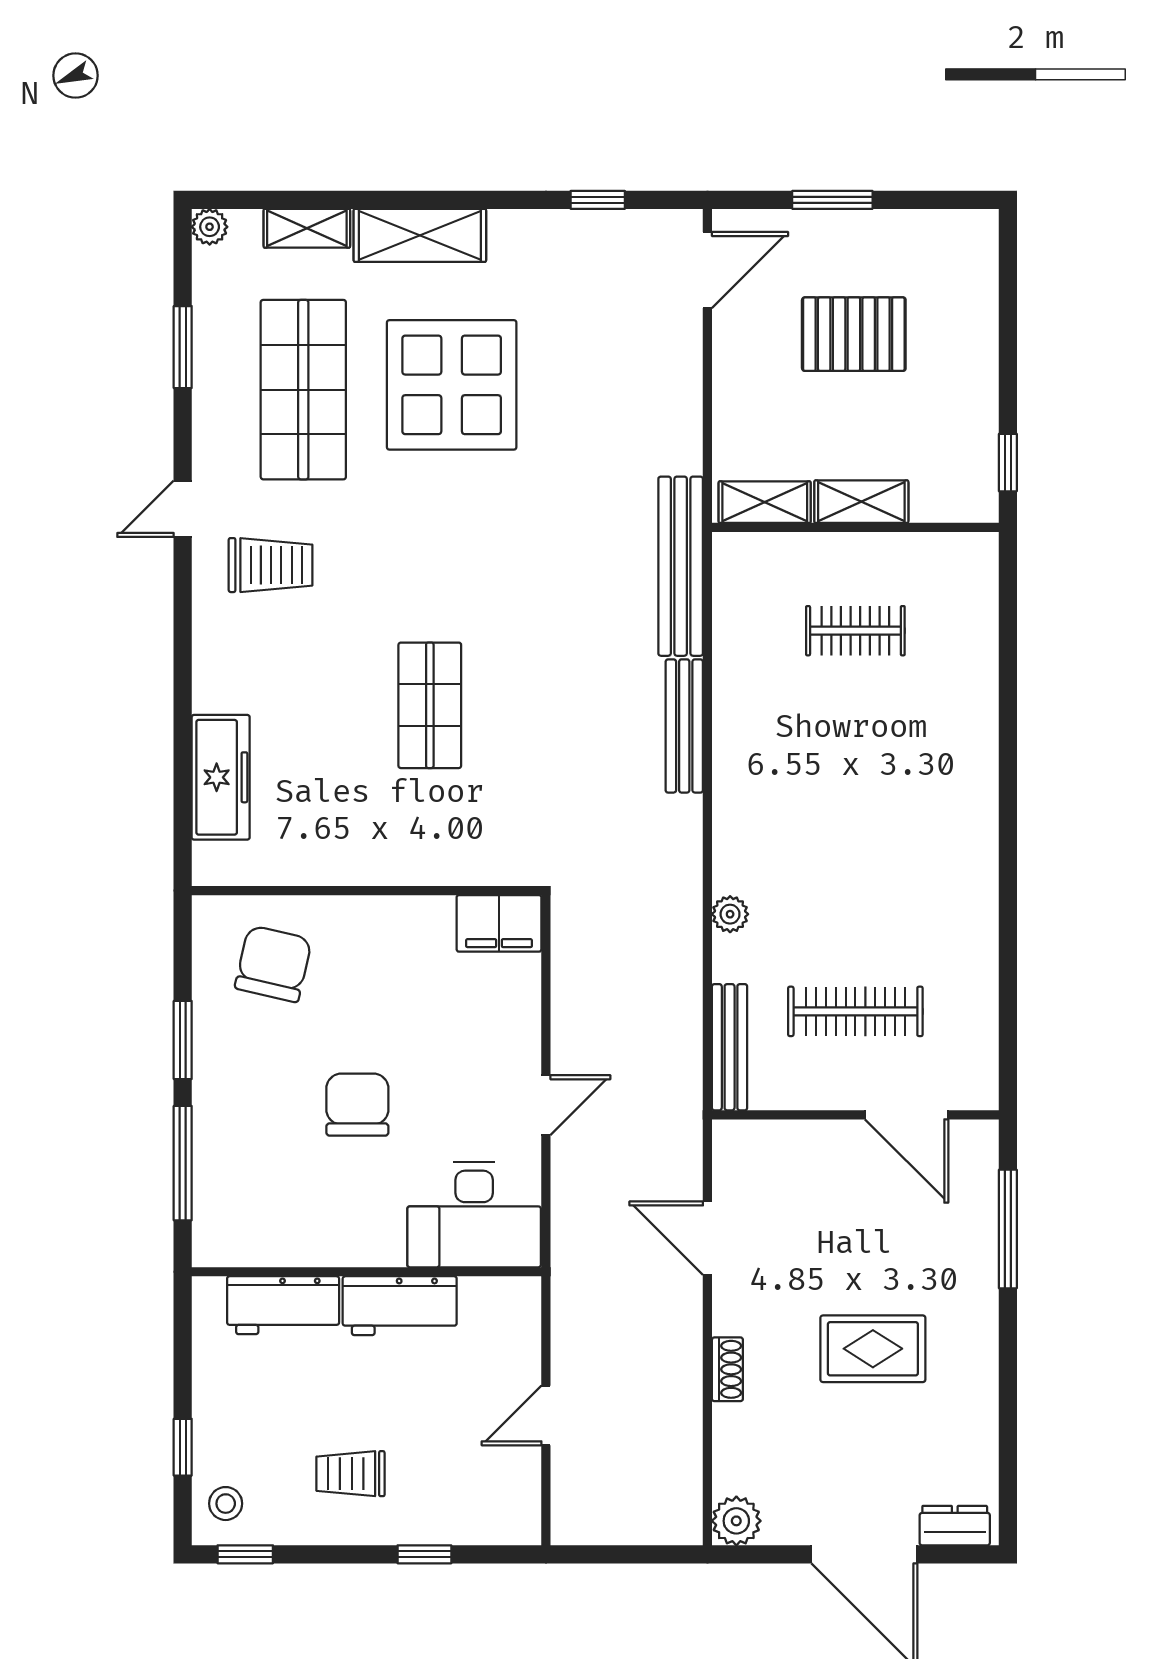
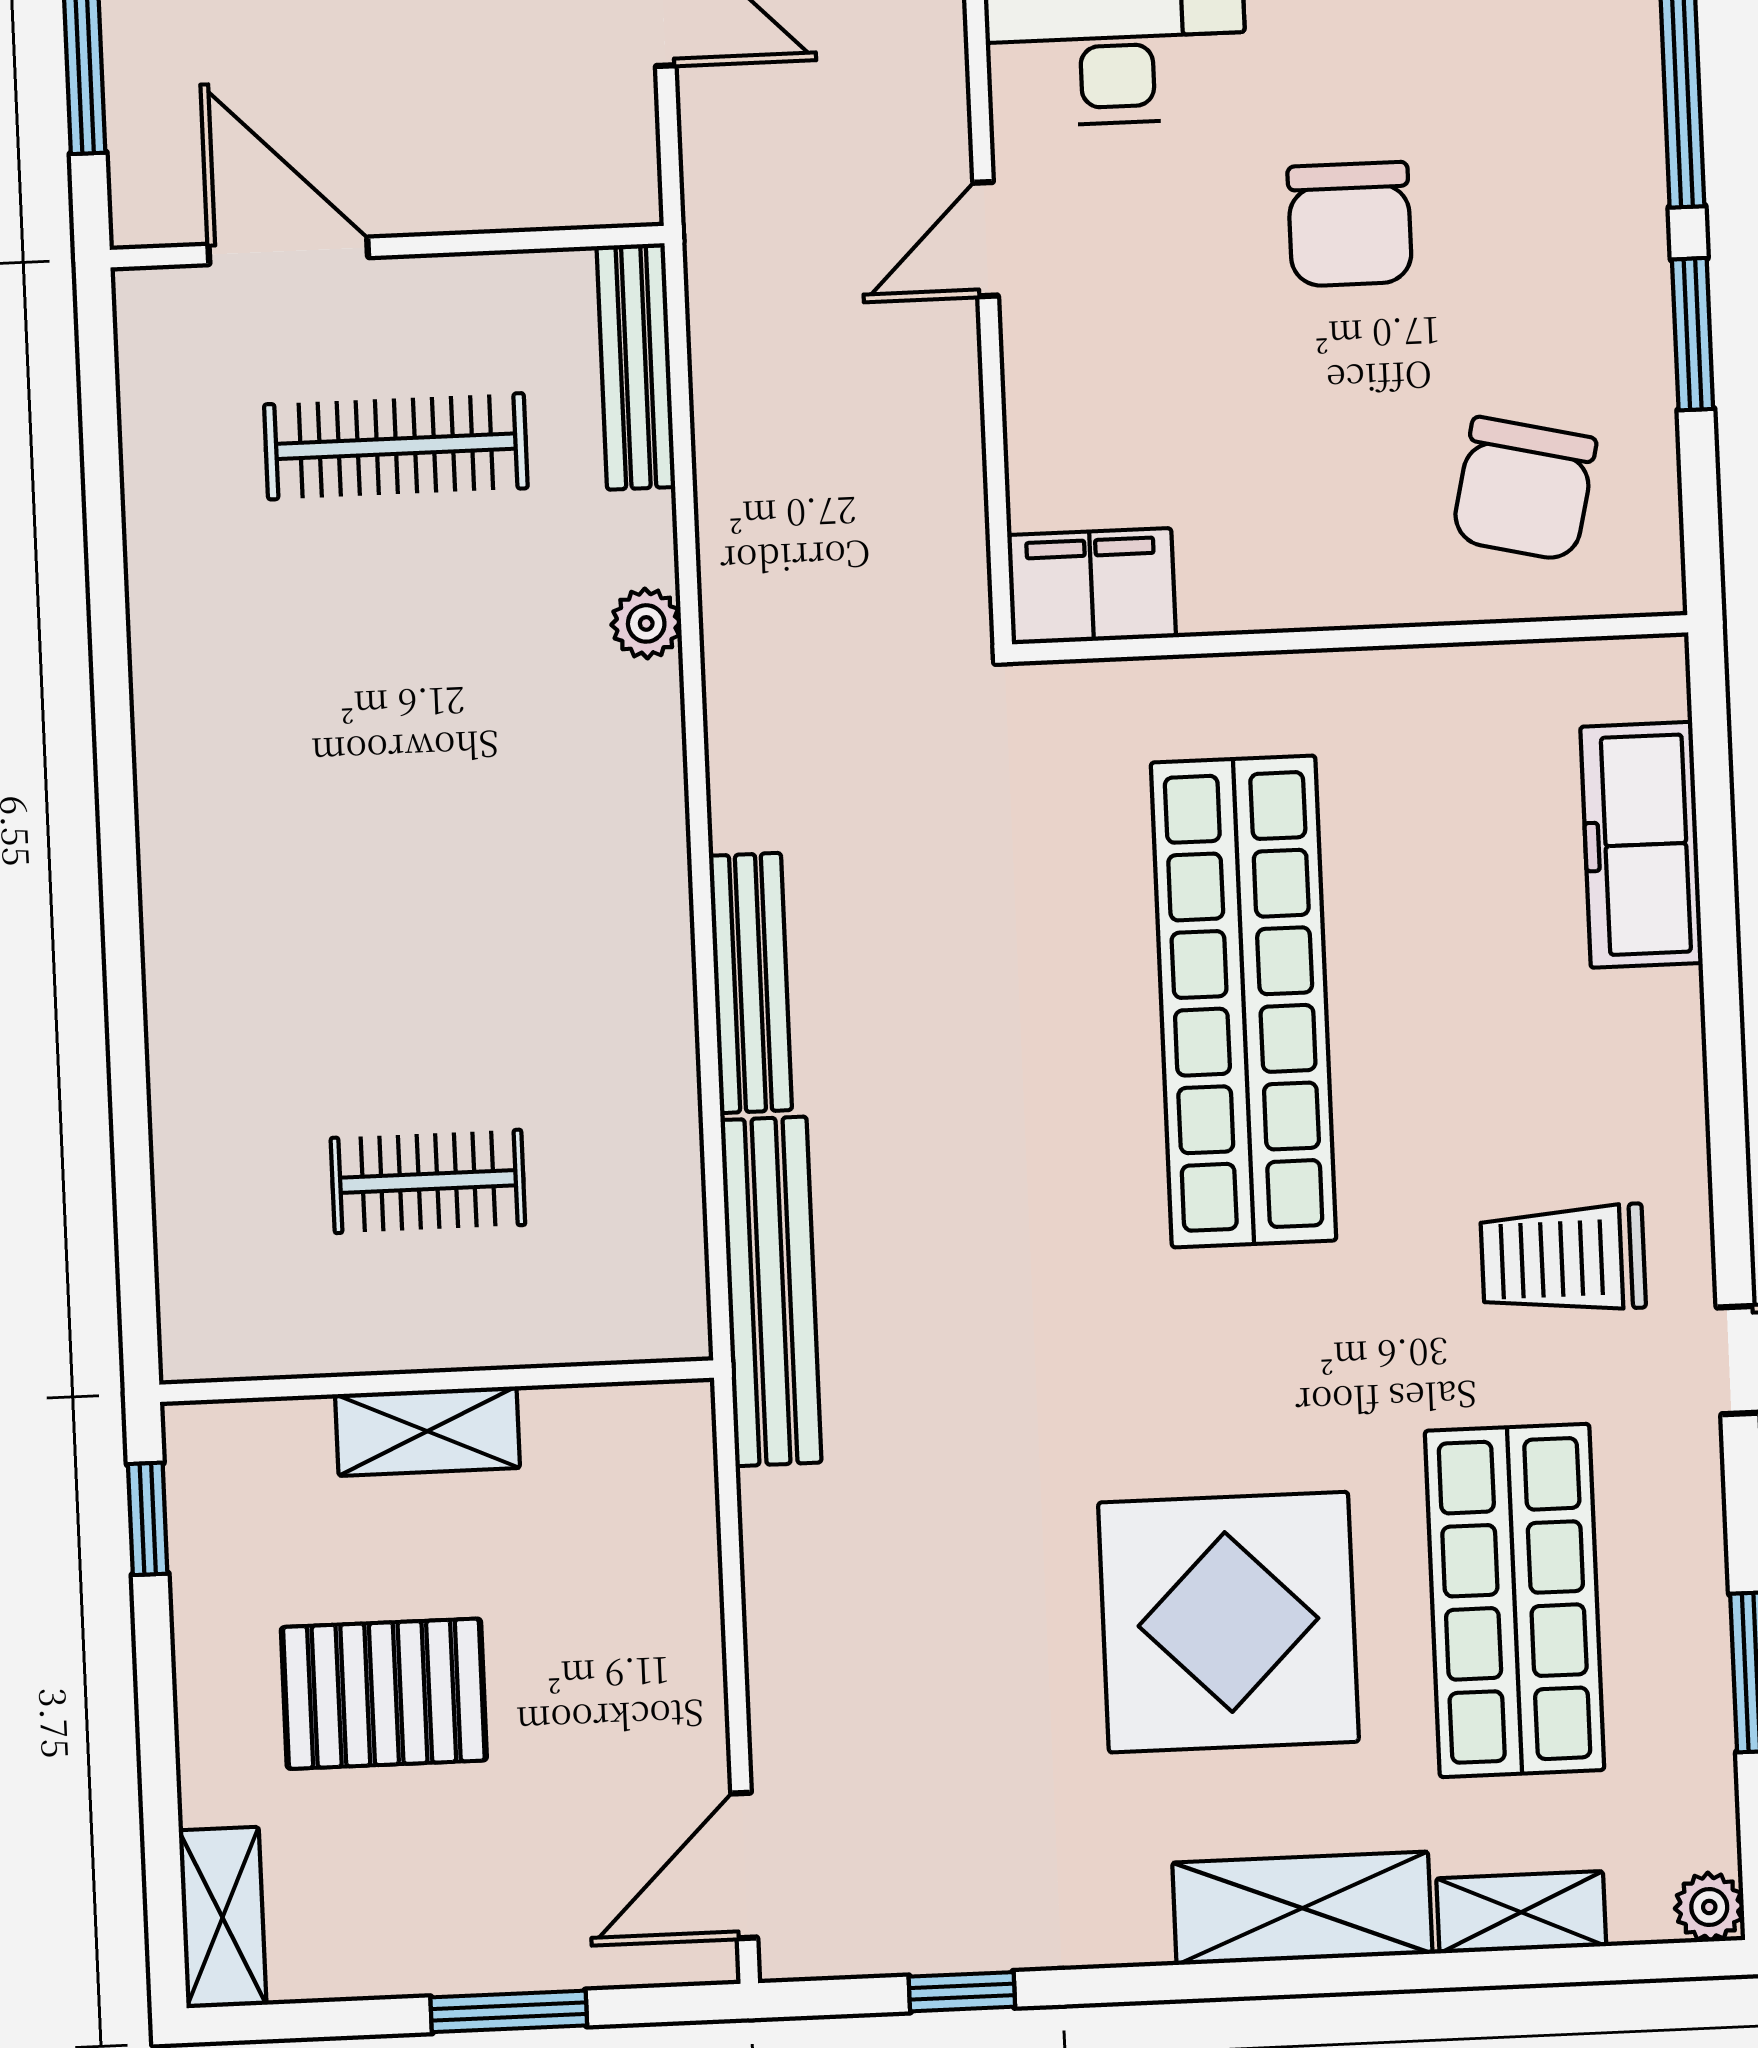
pallet: (854, 334) -> (384, 1694), moved
shelving: (765, 502) -> (223, 1917), moved, turned 90
shop shelf: (430, 705) -> (1244, 1001), width x2.00, depth x1.36

